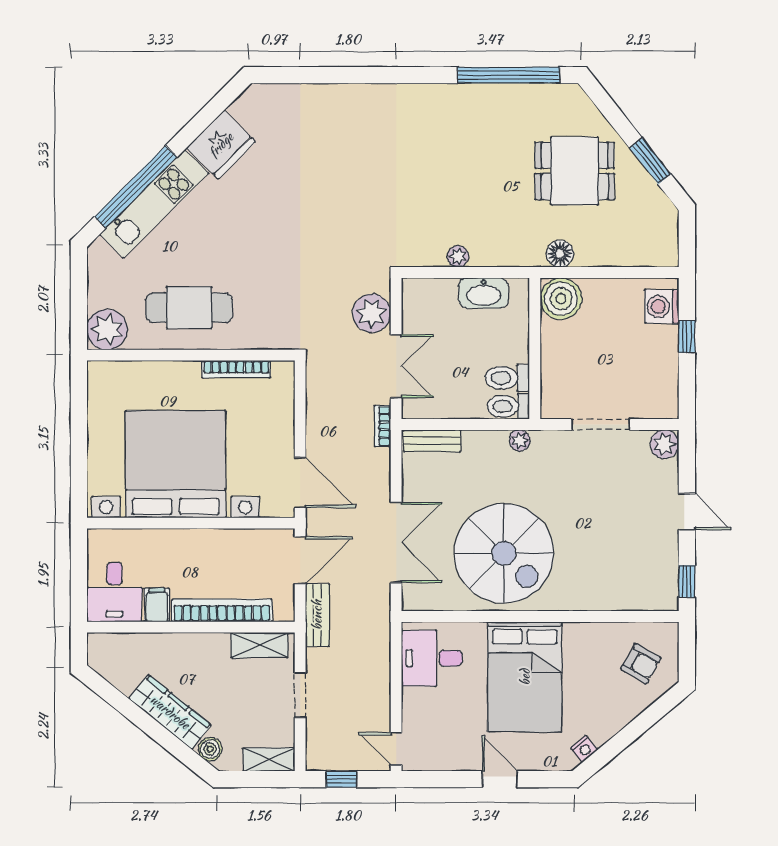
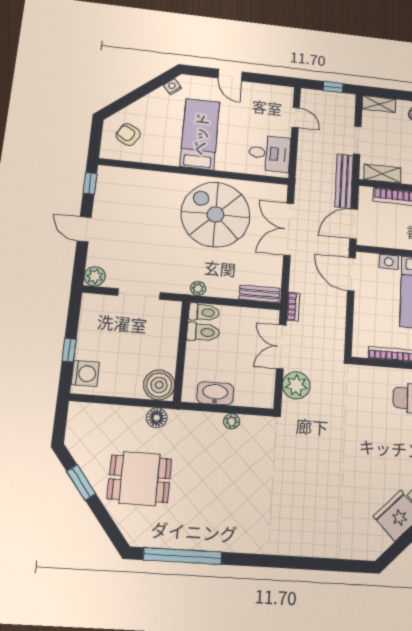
bench: (317, 615) -> (344, 181), width x1.36
bed: (525, 677) -> (200, 134), width x0.67
door: (396, 749) -> (296, 117), moved

